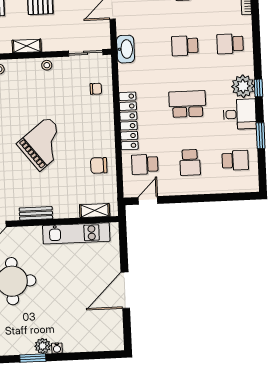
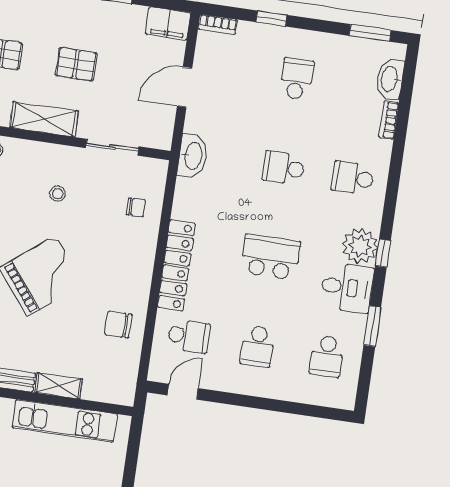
shelving: (27, 46) -> (44, 119), width x1.50, depth x1.33
sliding door: (86, 53) -> (112, 147), moved
stool: (47, 65) -> (58, 194), moved
school desk: (235, 160) -> (327, 356), turned 90
school desk: (145, 164) -> (188, 336), turned 180
shelving: (95, 211) -> (59, 386), moved

